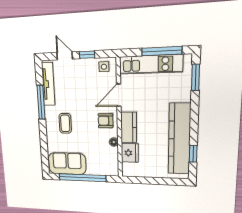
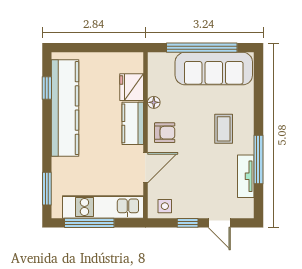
tv unit: (48, 84) -> (246, 176), width x0.71
sofa: (67, 164) -> (214, 69), width x1.36

